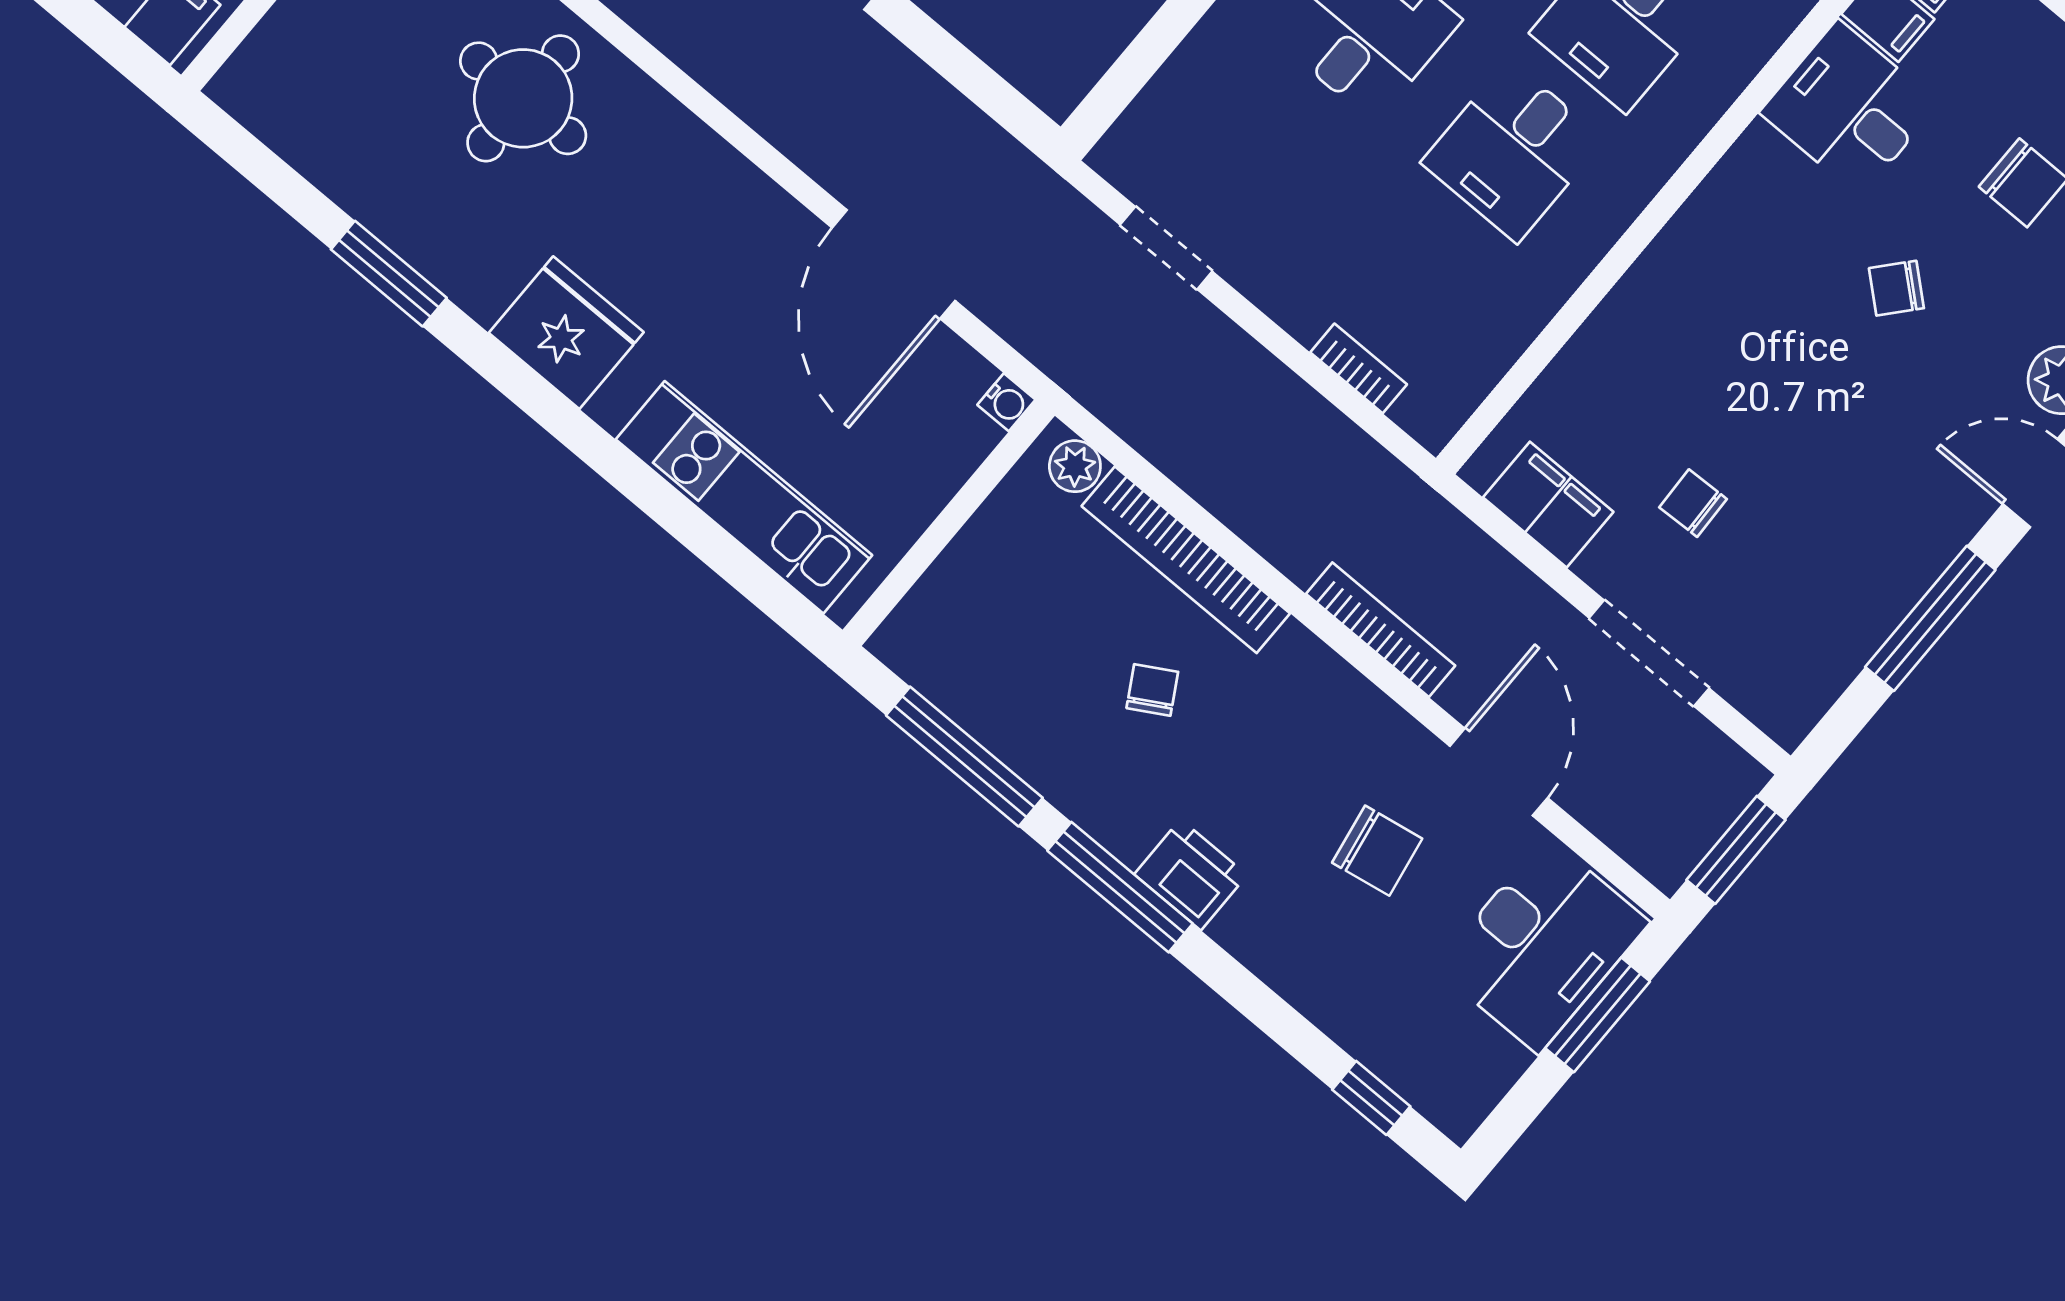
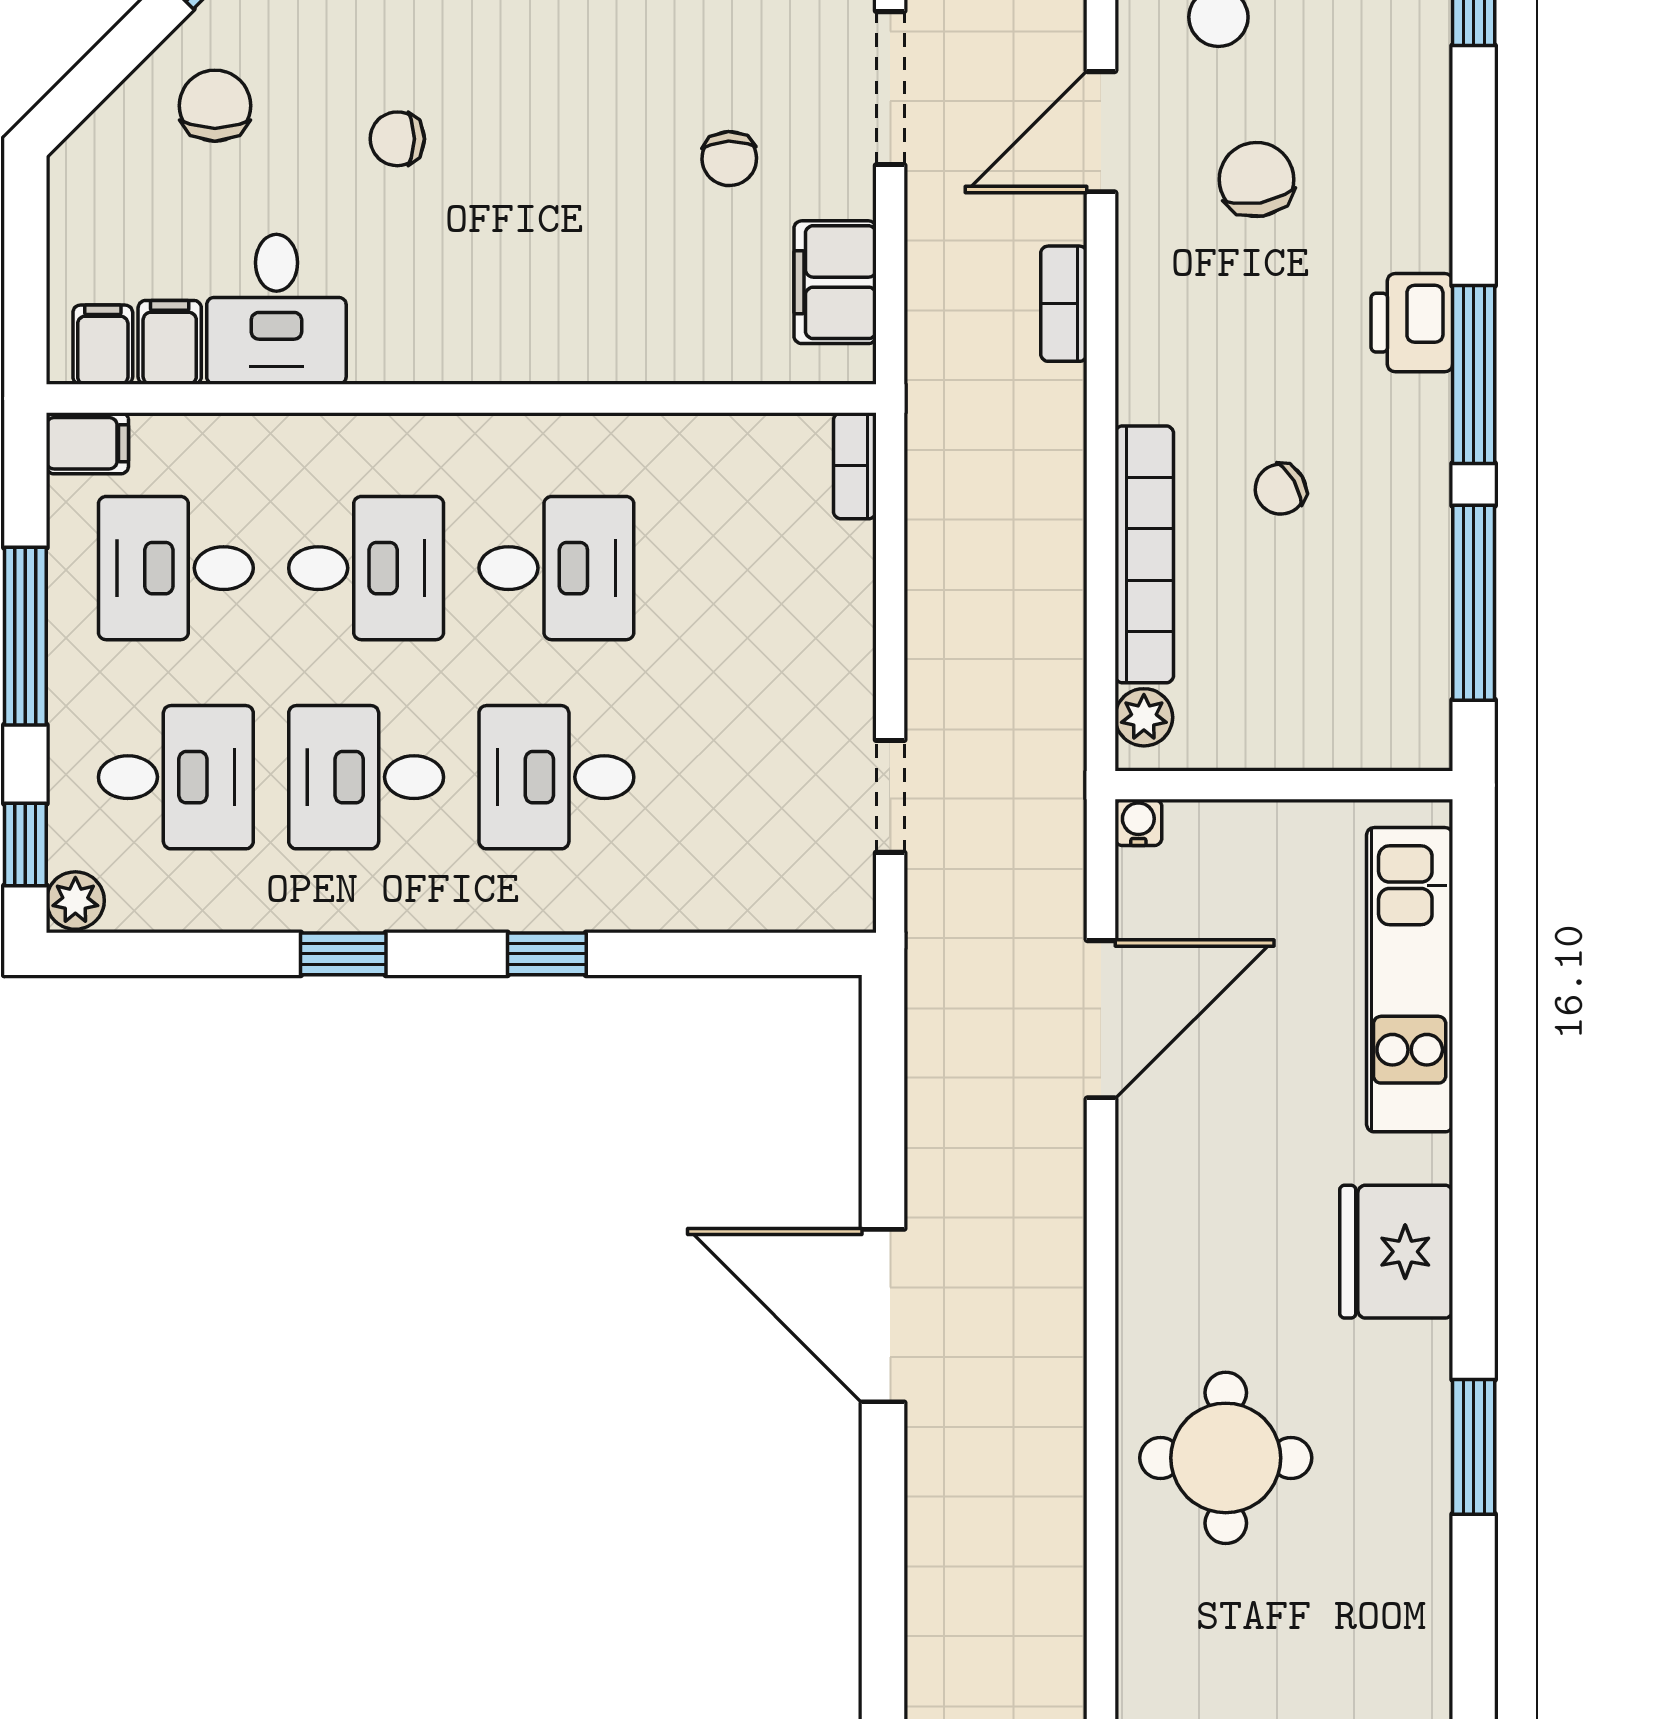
chair: (1896, 288) -> (397, 139), turned 139
bookcase: (1359, 368) -> (855, 466), moved
bookcase: (1381, 630) -> (1064, 304), width x0.64

